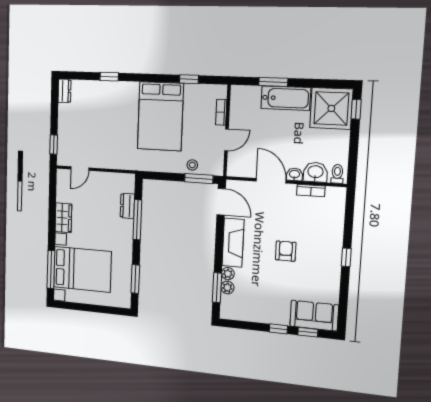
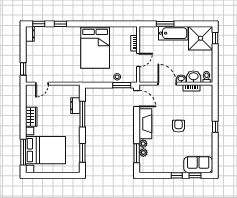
window: (189, 79) -> (39, 24), moved

